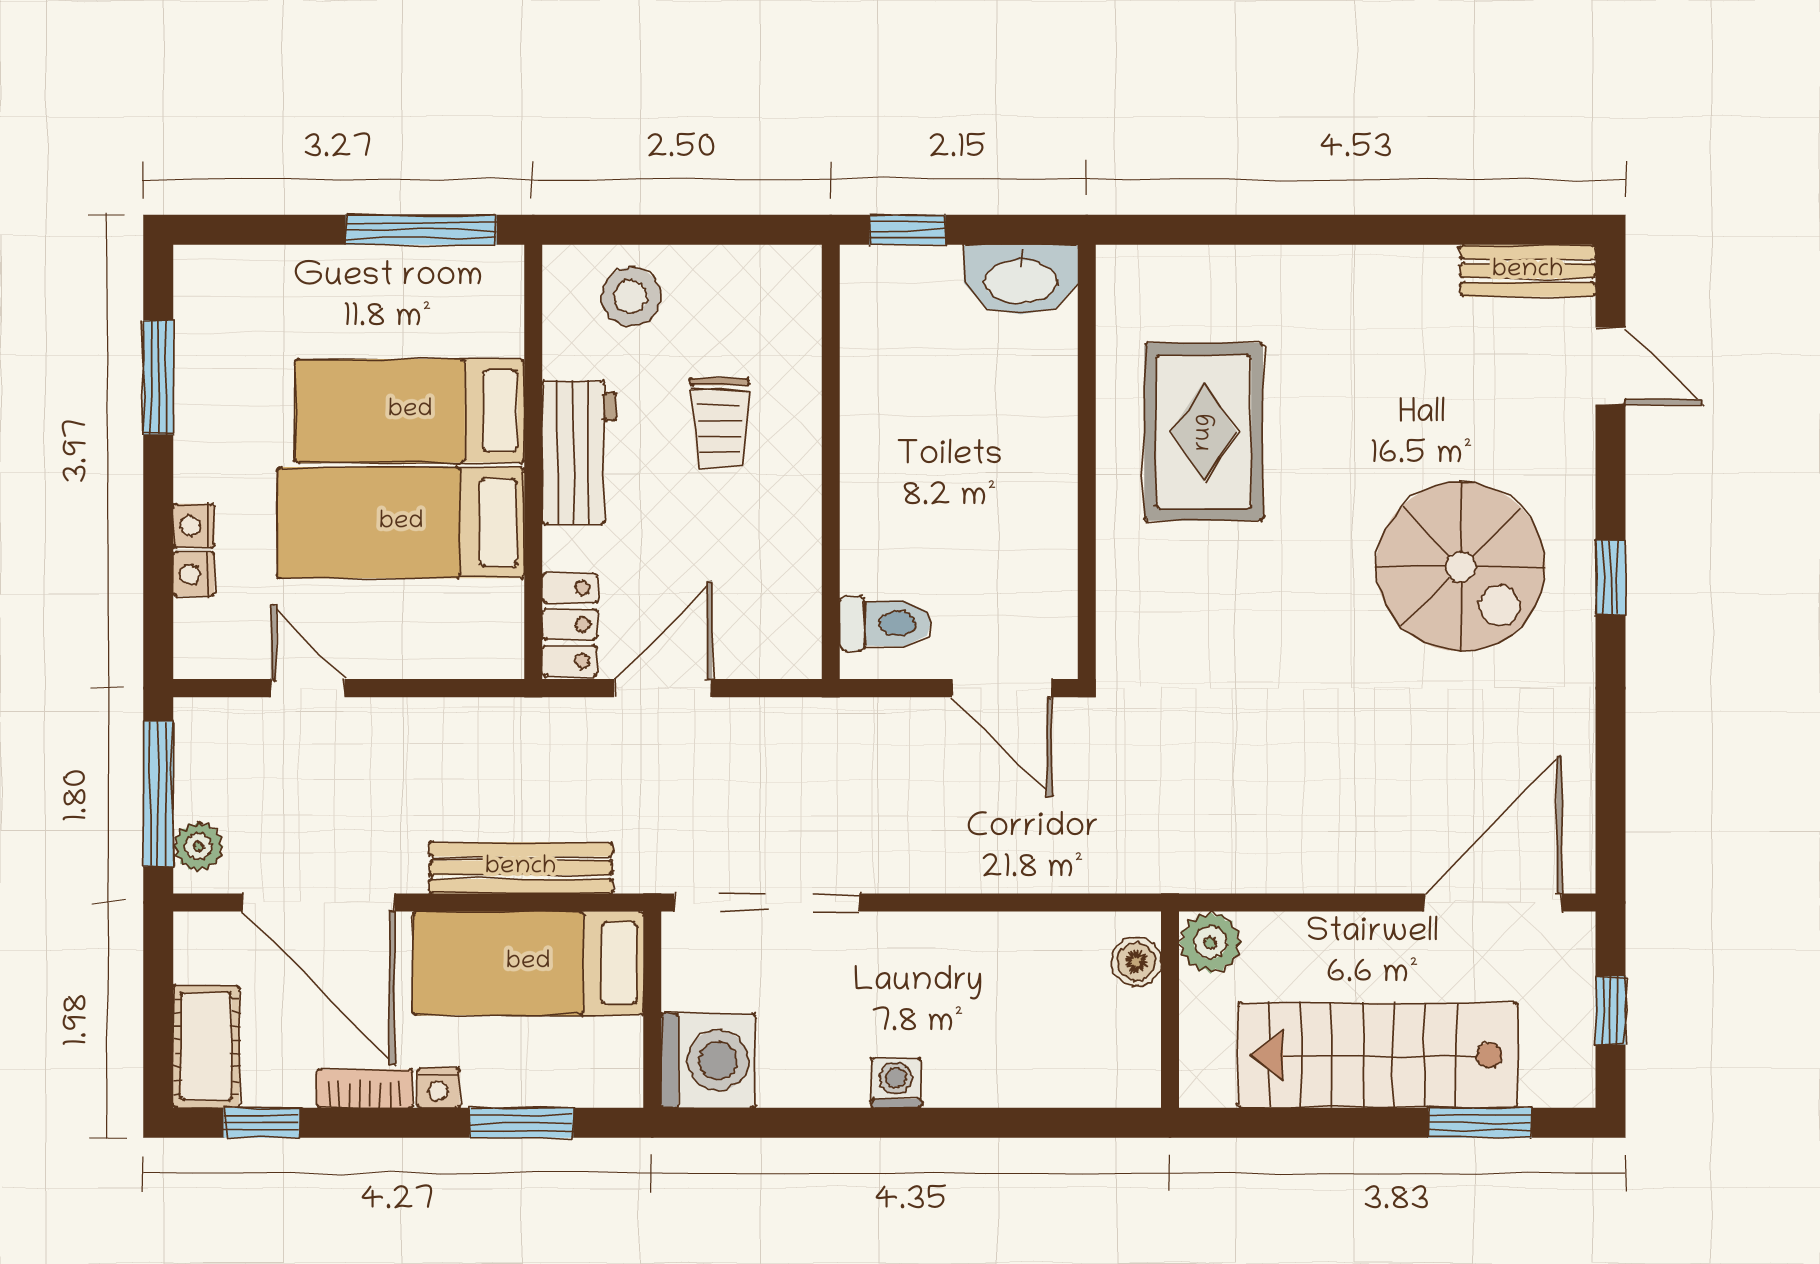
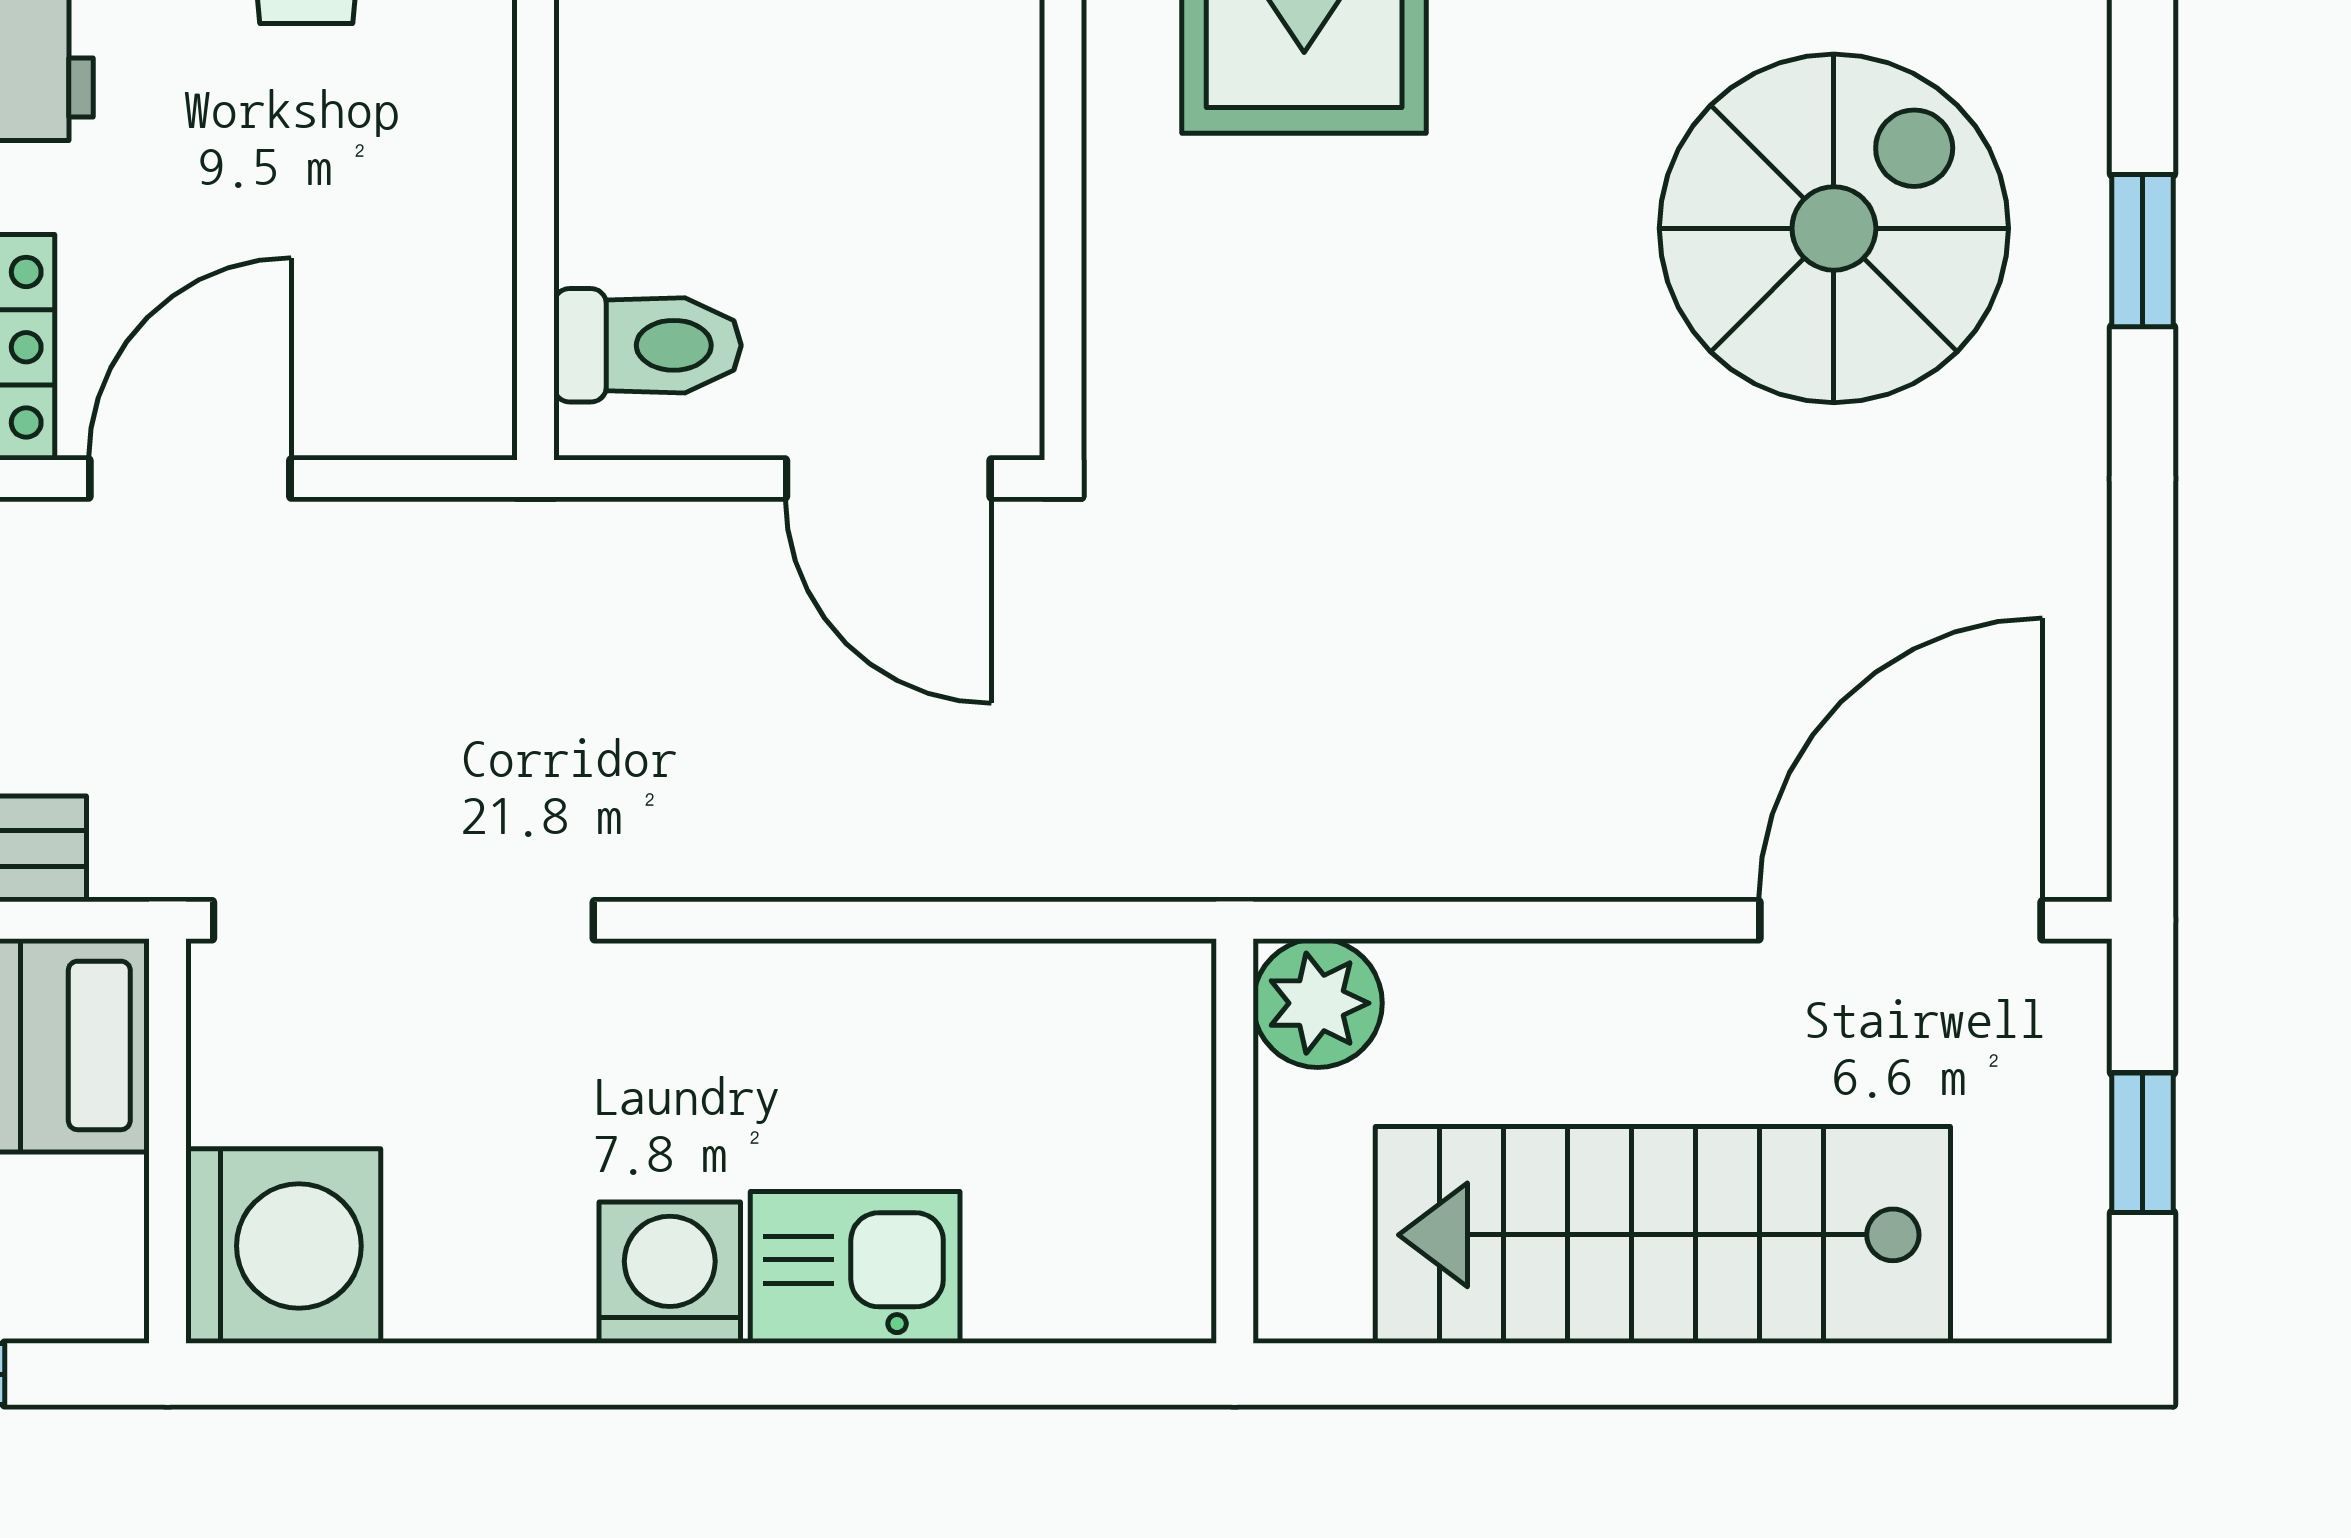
spiral stairs: (1461, 567) -> (1834, 228), turned -90
boiler: (1136, 962) -> (1165, 1042), removed
kitchen sink: (986, 1071) -> (855, 1267), added
washing machine: (896, 1083) -> (670, 1273), width x1.38, depth x1.38
window: (1480, 1123) -> (1873, 1374), removed

